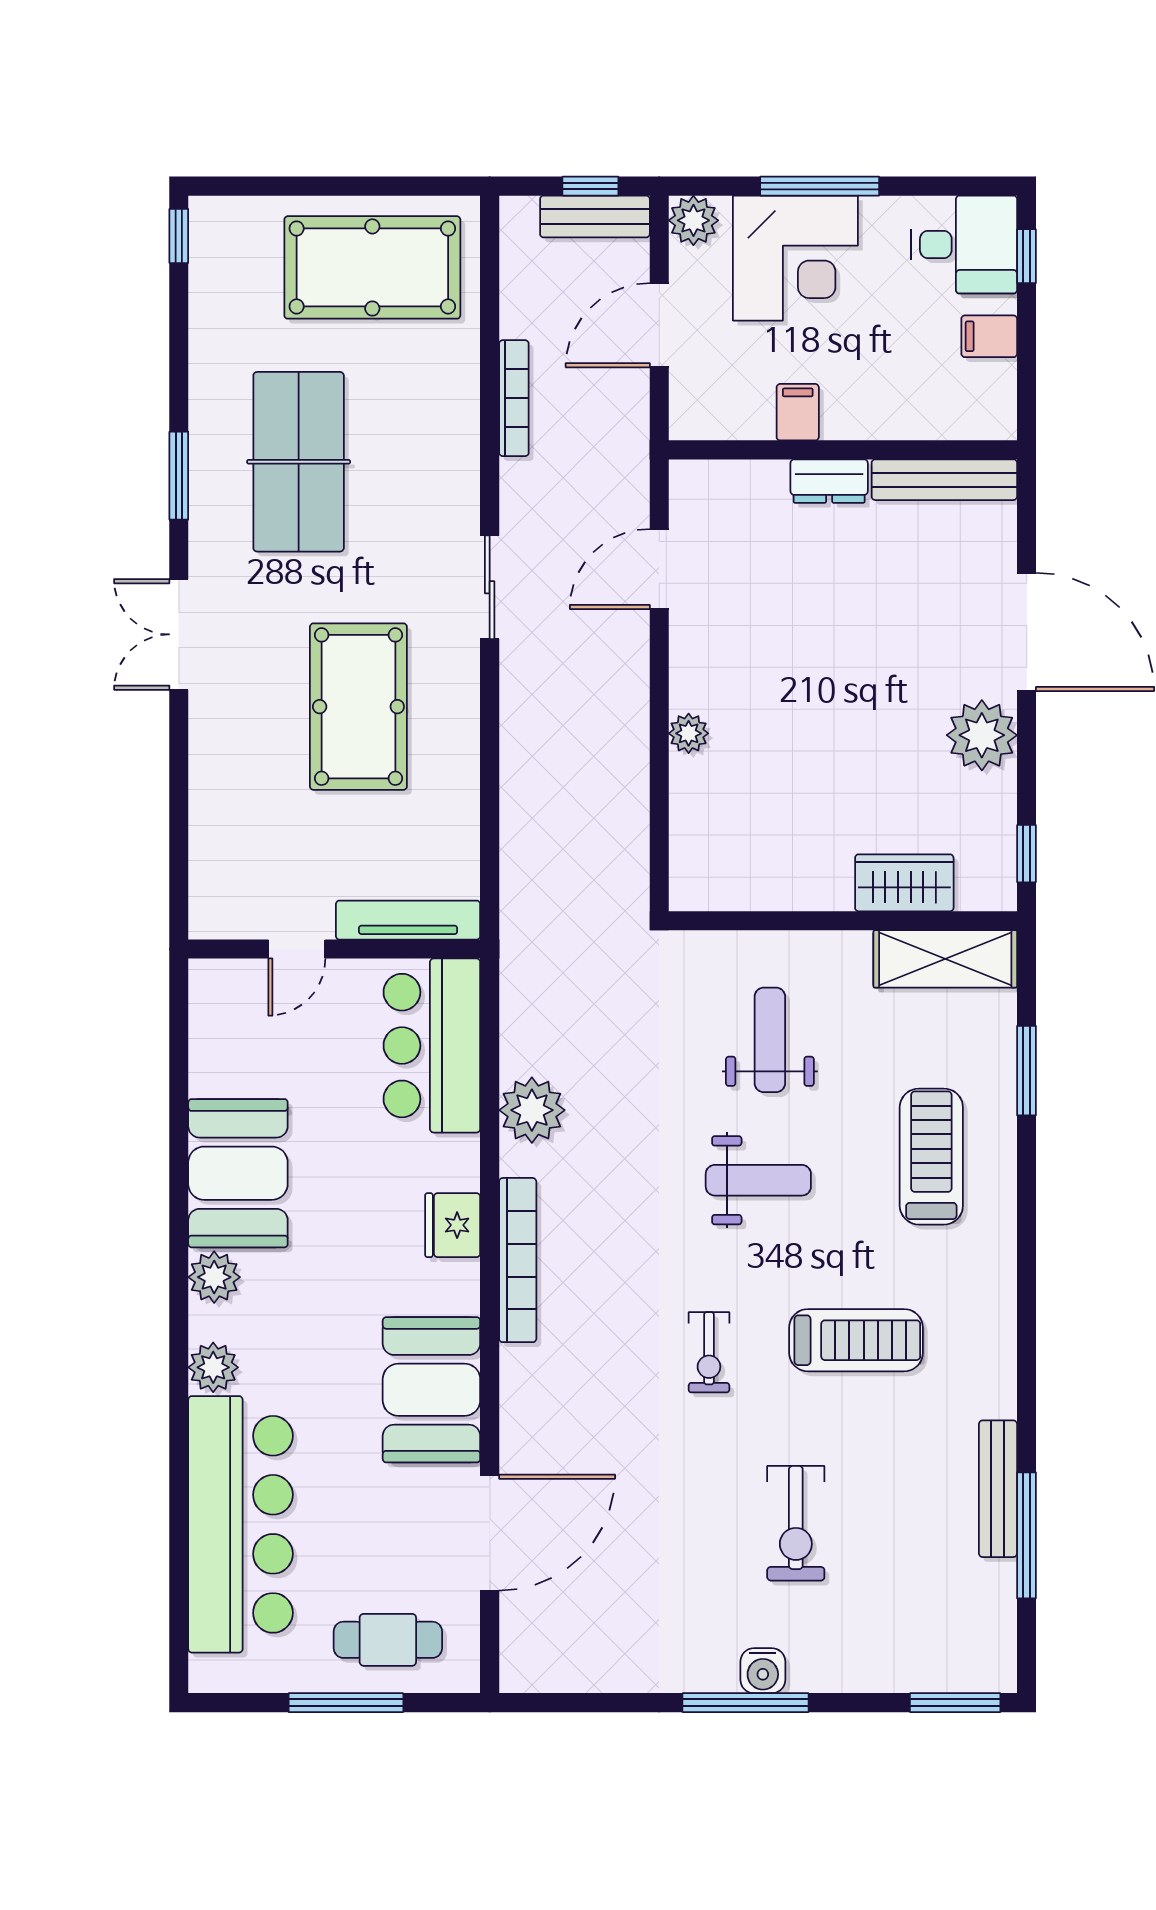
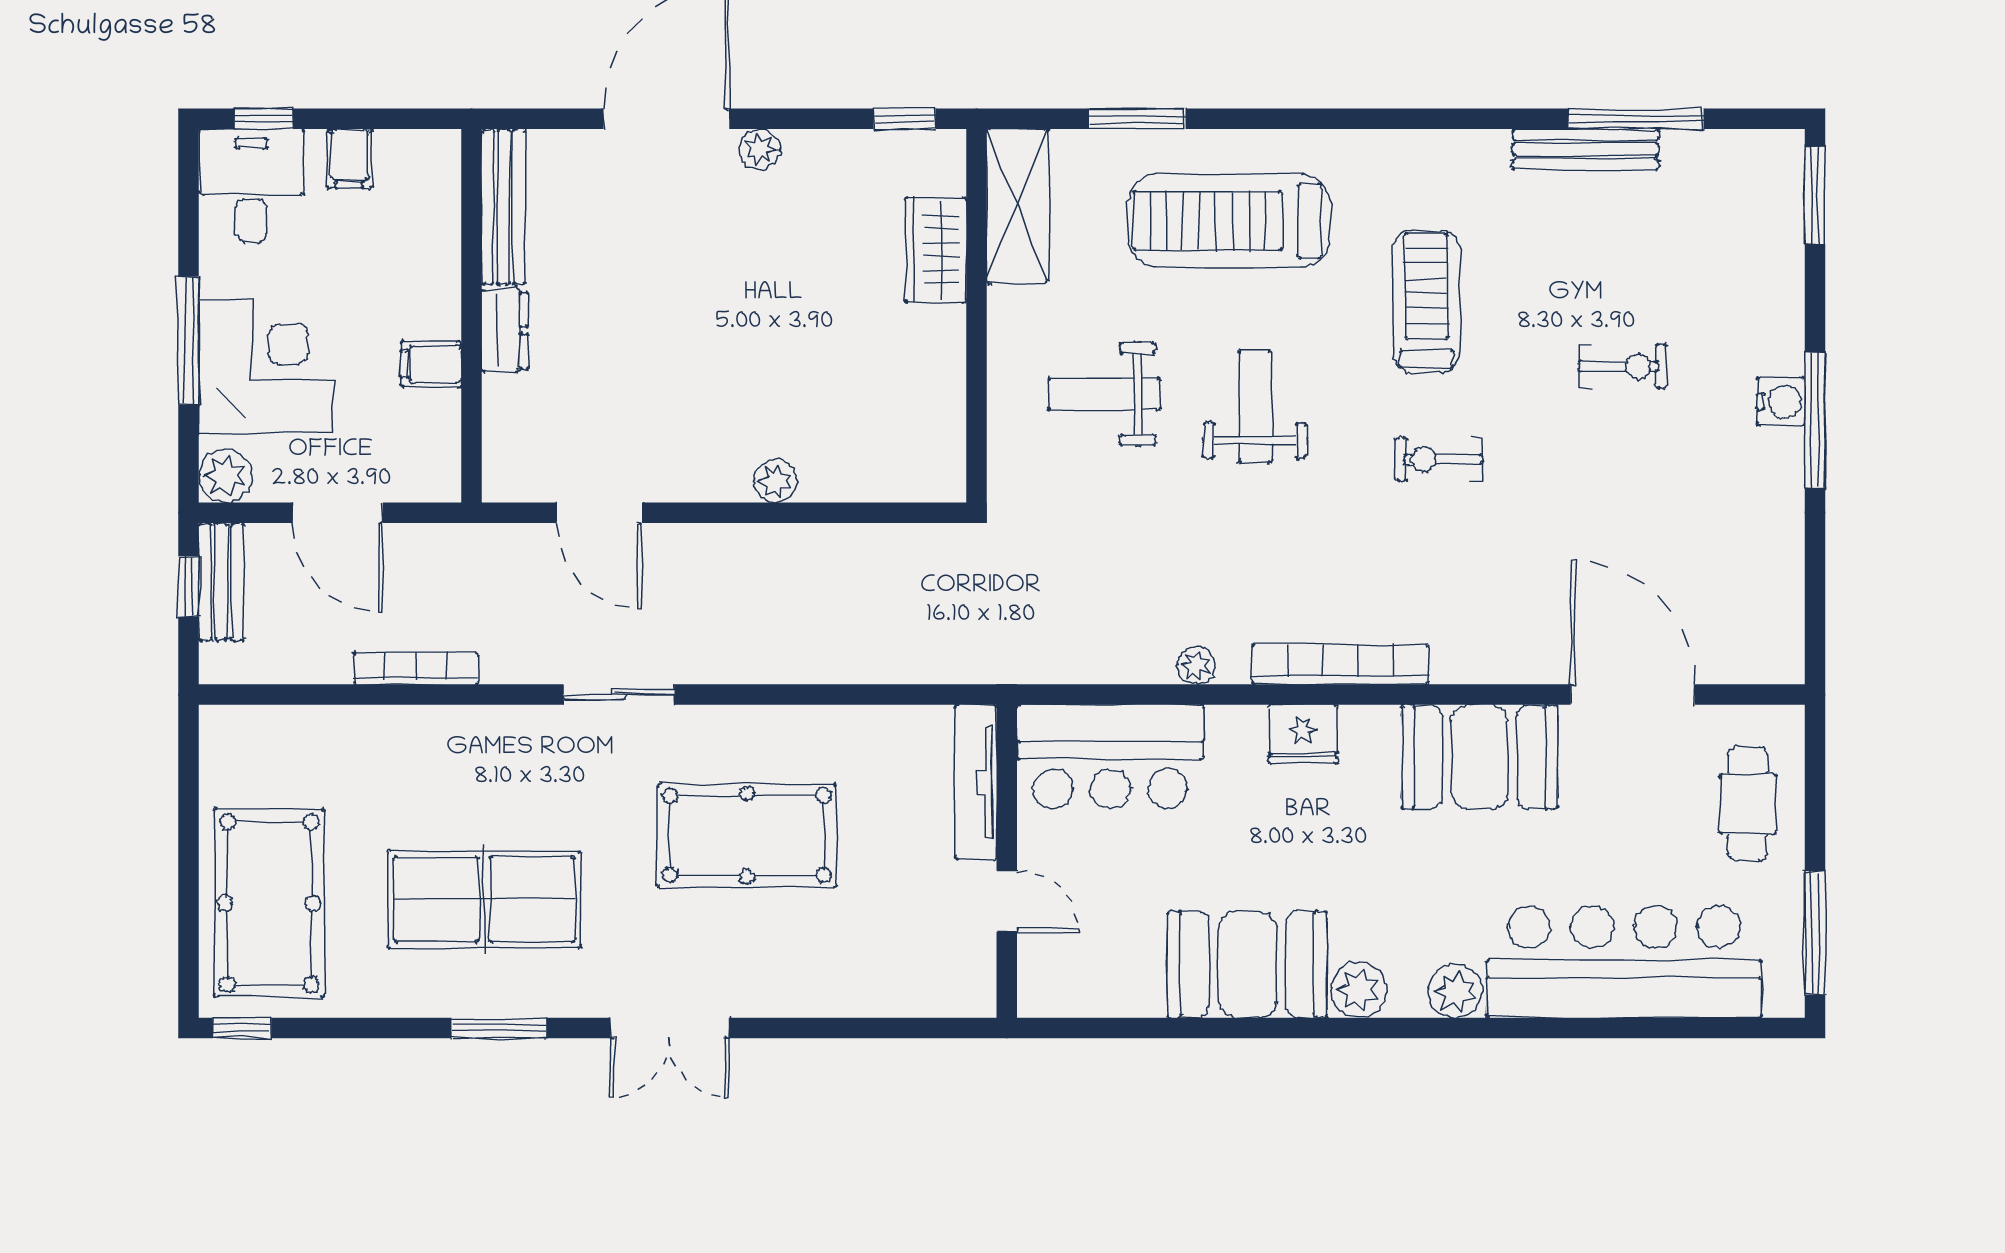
pool table: (372, 267) -> (269, 903), moved
plant: (982, 735) -> (760, 149), width x0.53, depth x0.53
plant: (532, 1110) -> (1196, 666), width x0.53, depth x0.53
treadmill: (931, 1157) -> (1229, 221), width x1.37, depth x1.38
exercise bike: (709, 1352) -> (1439, 459), turned 180
exercise bike: (796, 1523) -> (1623, 366), width x0.73, depth x0.72
window: (346, 1703) -> (1815, 933), moved

